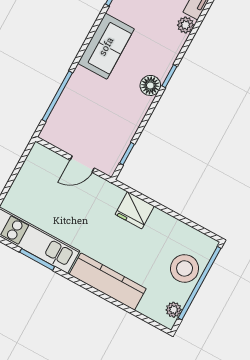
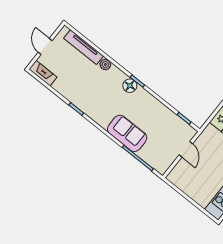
sofa: (106, 46) -> (127, 133), moved
floor lamp: (150, 85) -> (130, 86), moved

